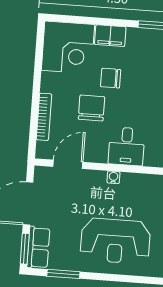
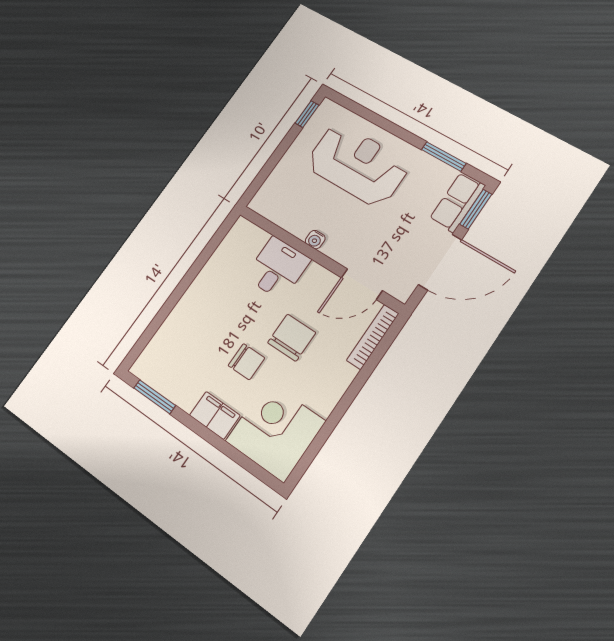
chair: (91, 108) -> (292, 338), turned 180
bookcase: (44, 117) -> (373, 337), moved

